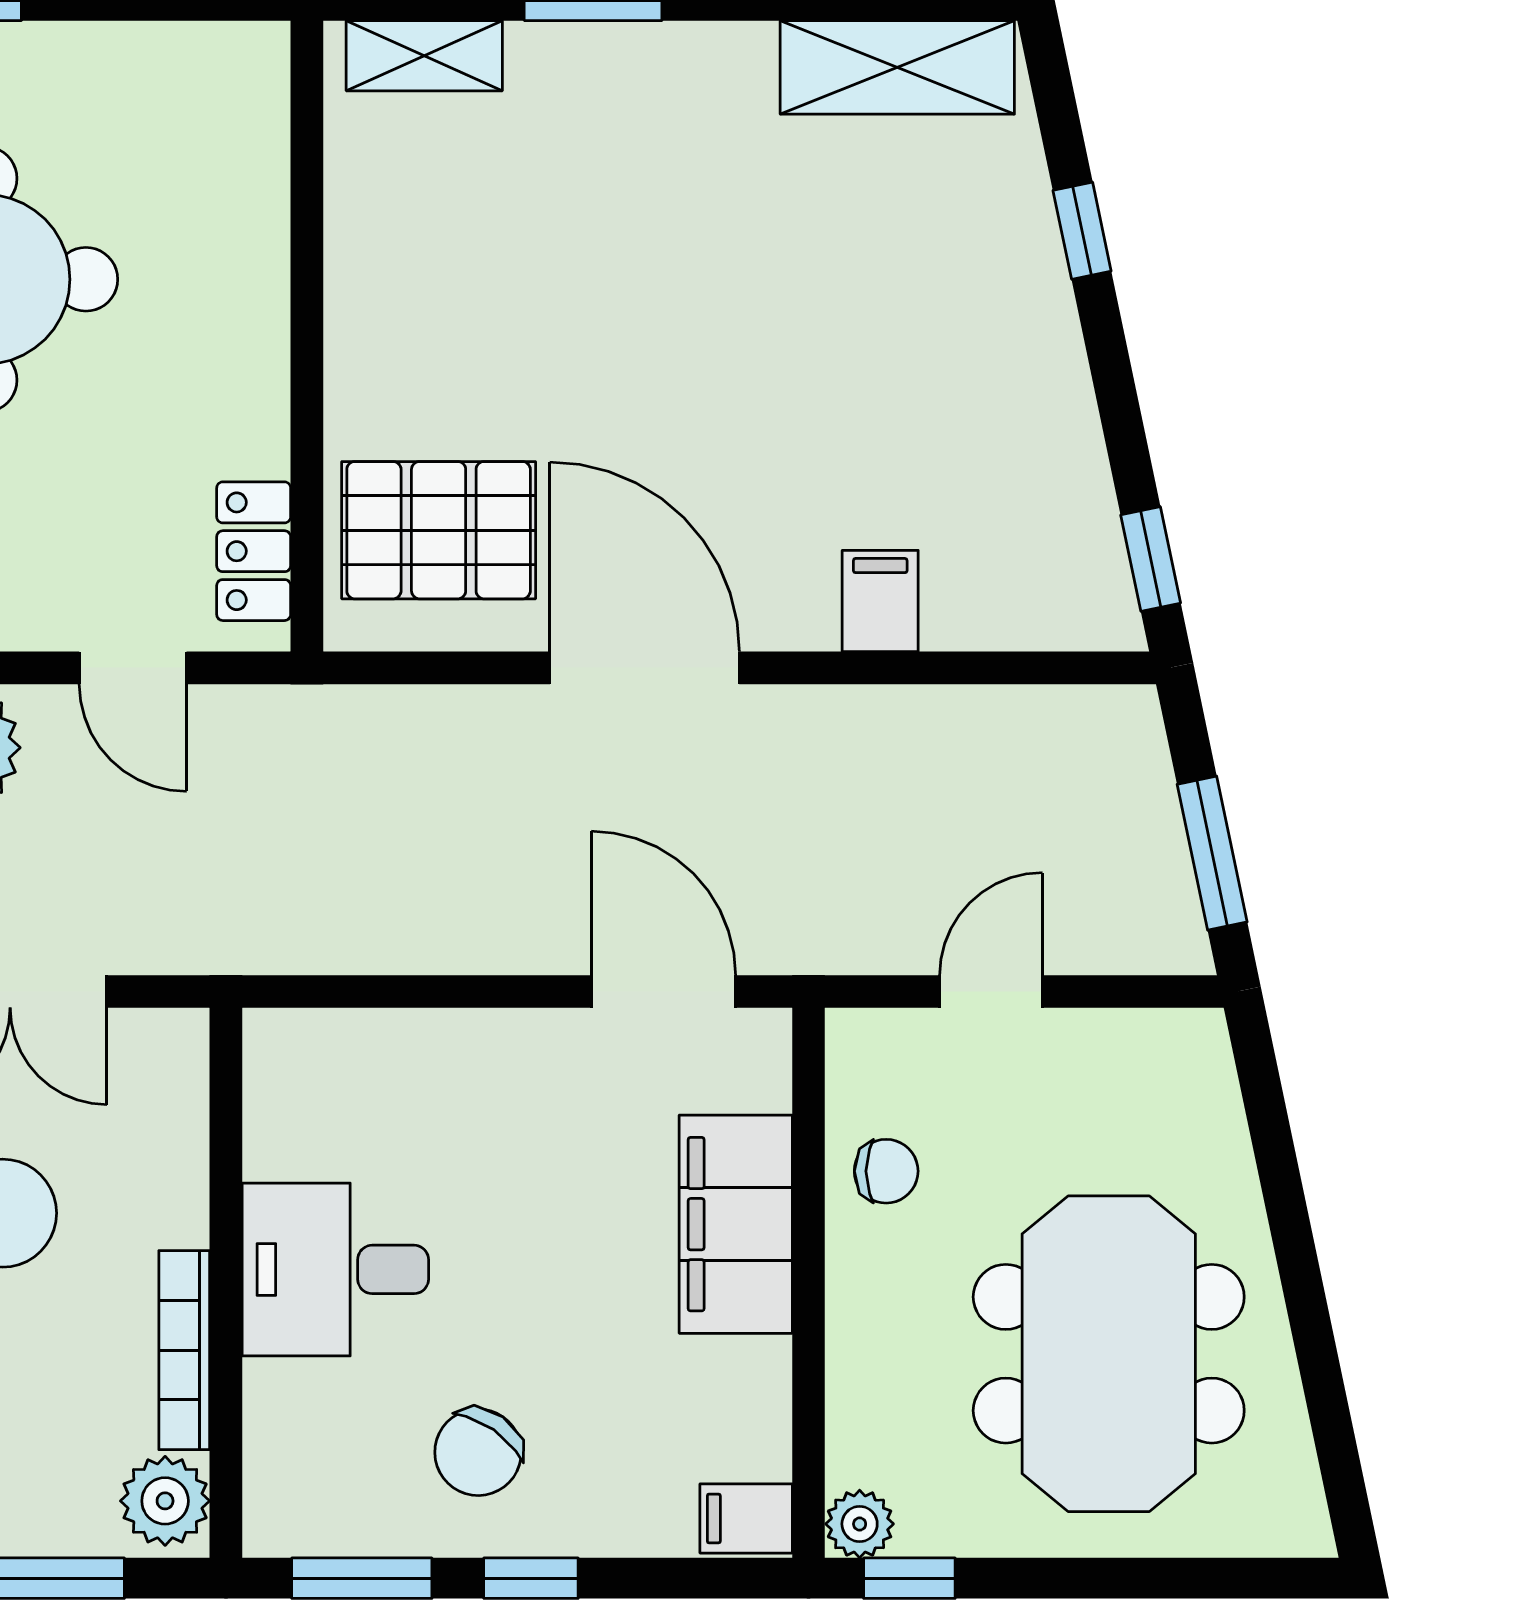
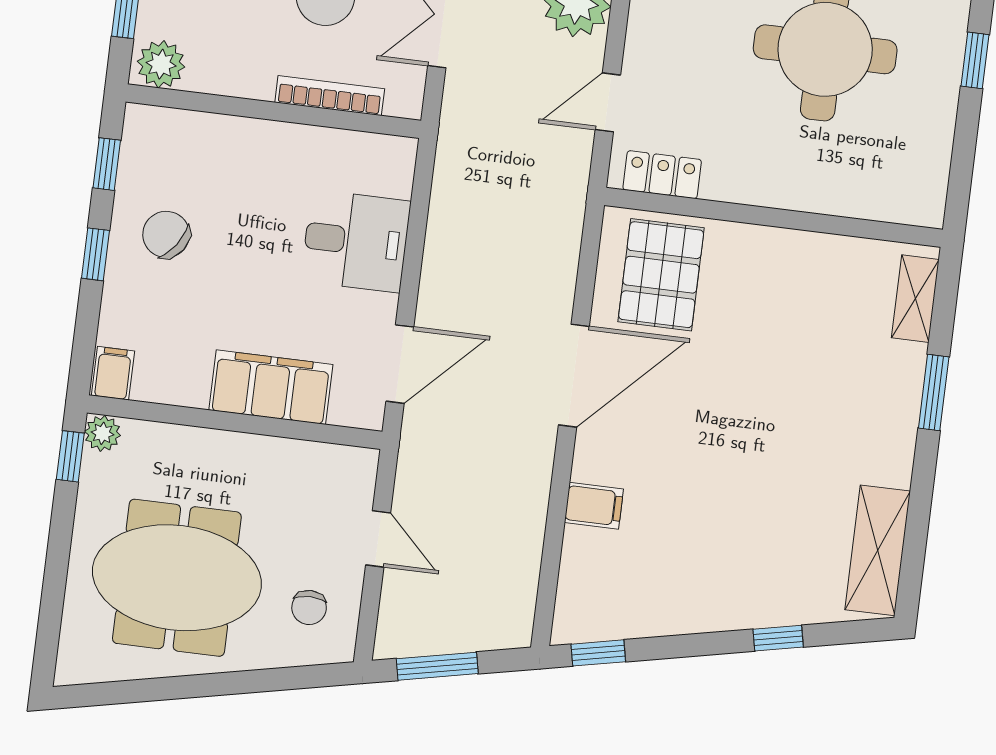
chair: (886, 1171) -> (309, 607), moved
desk: (335, 1269) -> (356, 241), moved, turned 90
bookcase: (184, 1350) -> (330, 96), moved
window: (362, 1578) -> (107, 164), width x0.67

